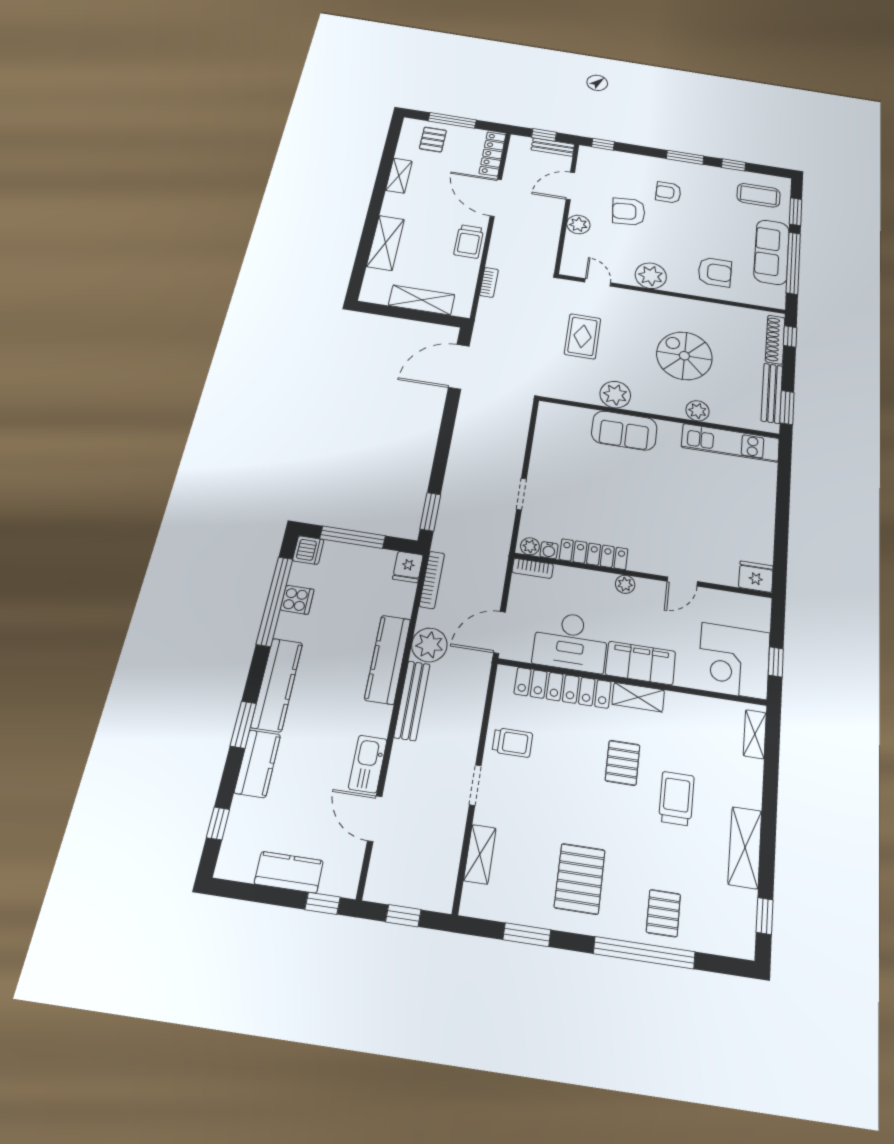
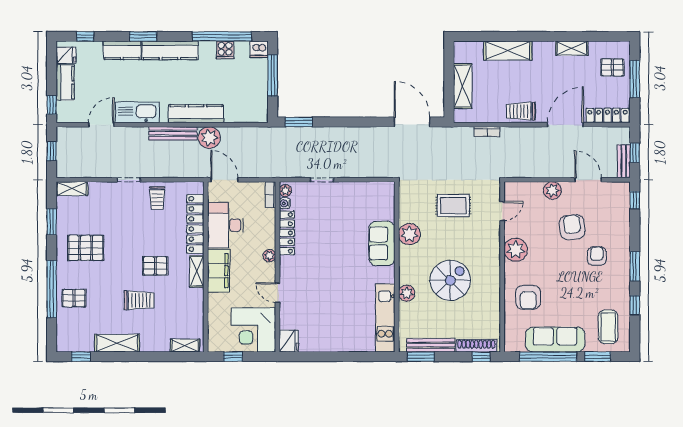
fridge: (408, 567) -> (66, 55), moved, turned 180
bookcase: (432, 580) -> (252, 131), removed
corner desk: (734, 661) -> (254, 330), moved, turned -90
kitchen sink: (368, 764) -> (137, 112), width x1.36, depth x1.24
shelving: (480, 854) -> (72, 189), moved

